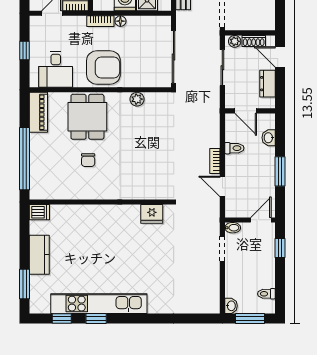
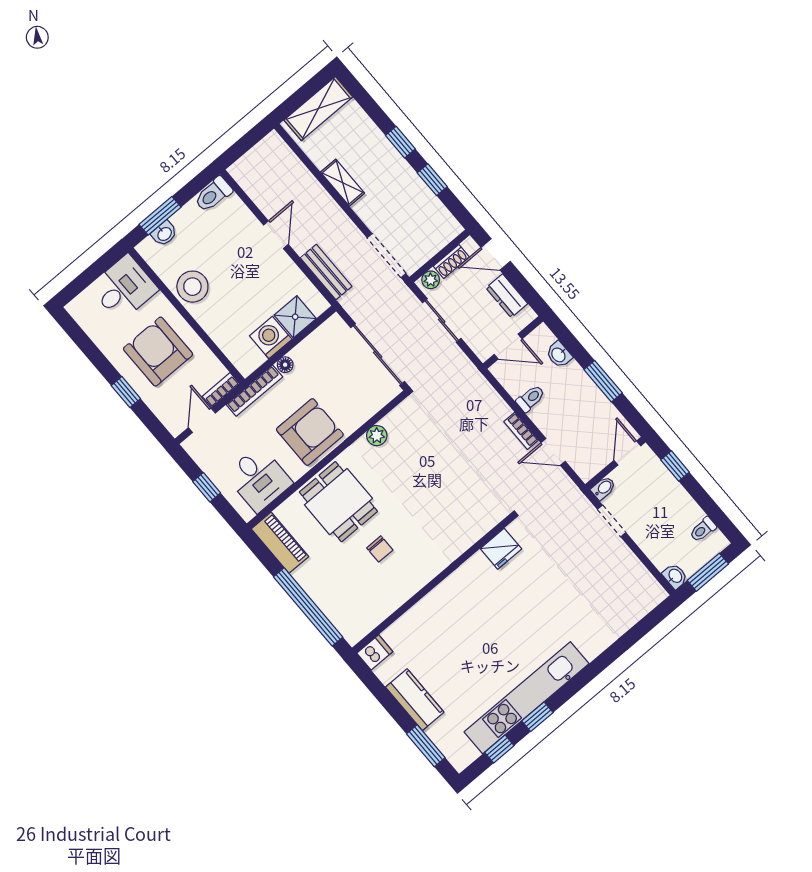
bookcase: (100, 21) -> (254, 391), width x1.56

